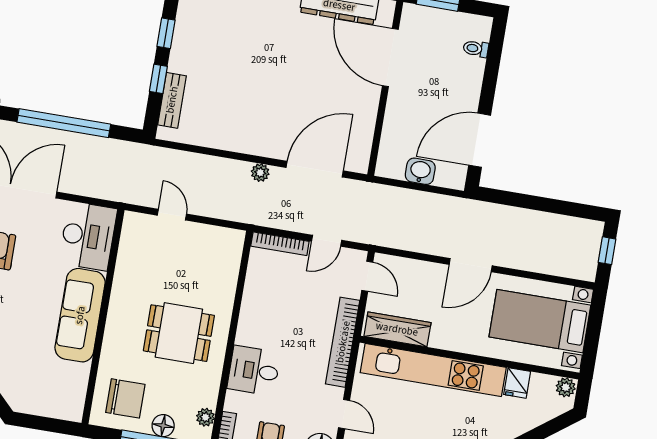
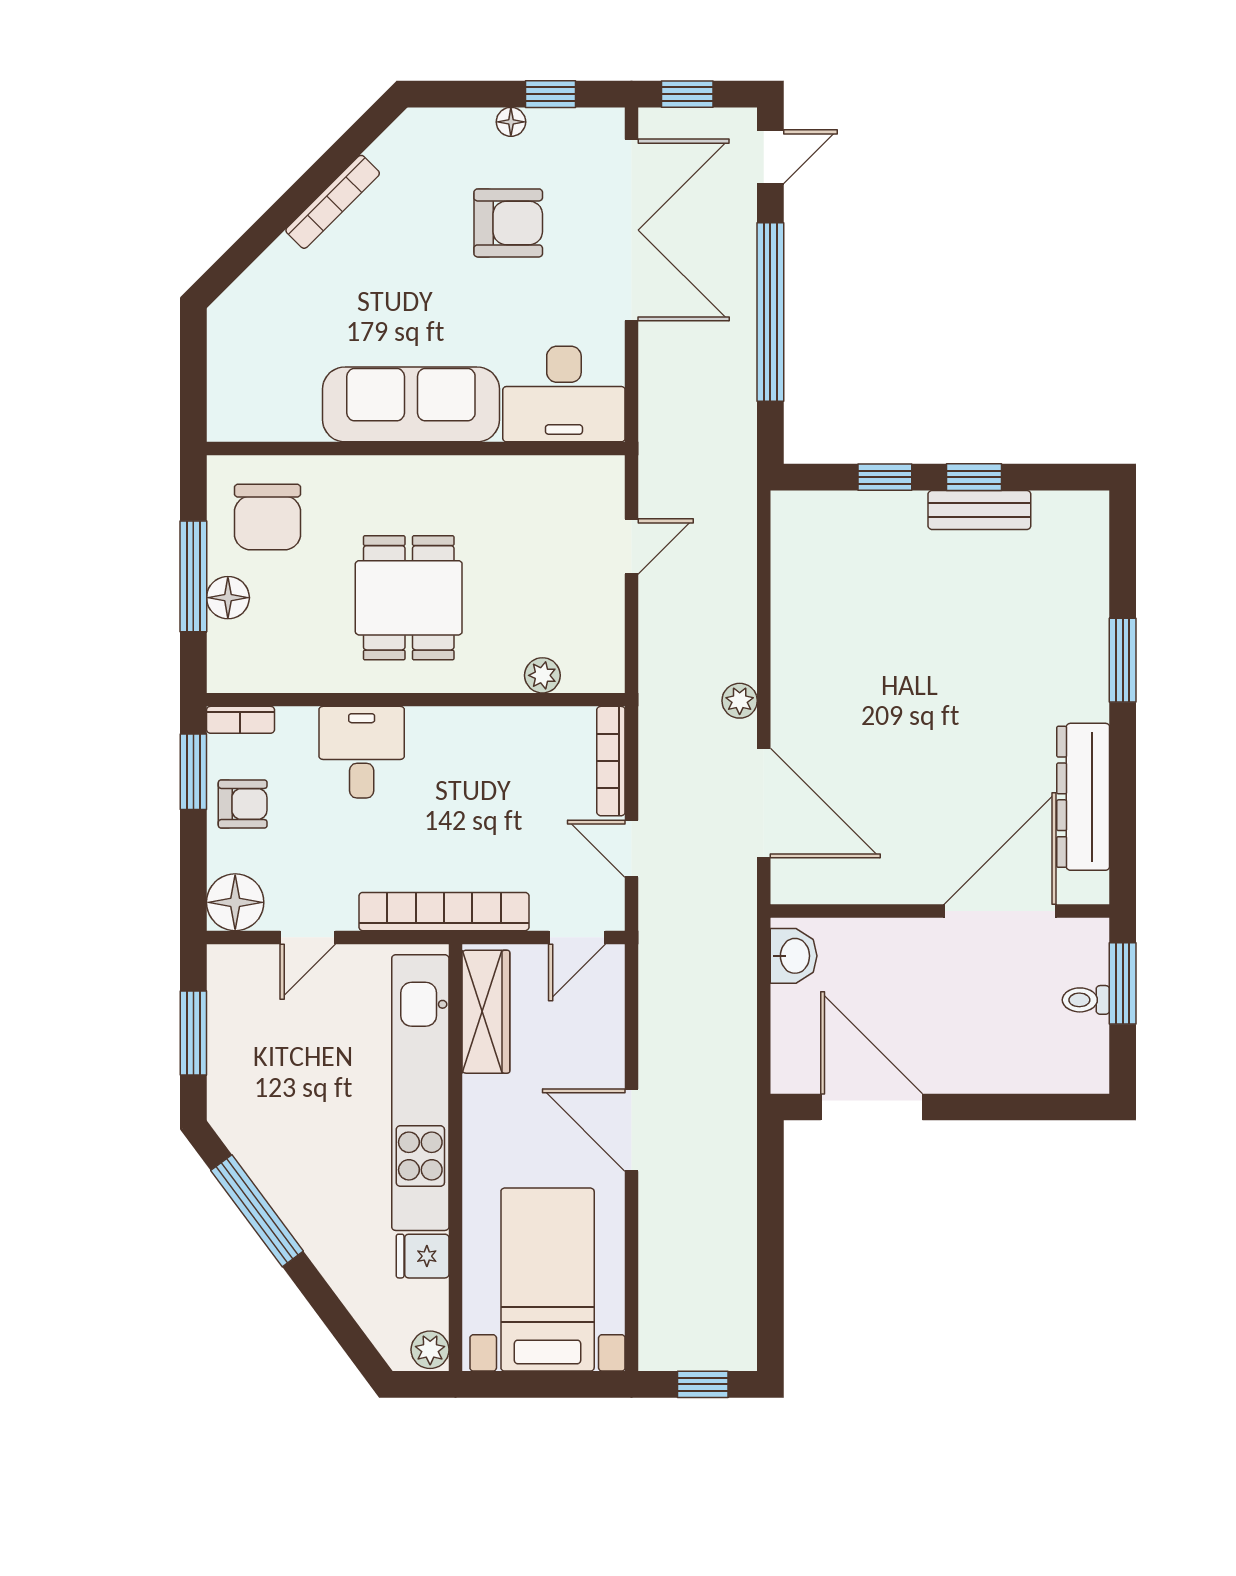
toilet: (476, 49) -> (1086, 1000), moved, turned -90
bench: (172, 100) -> (979, 510), moved
washbasin: (420, 171) -> (794, 956), moved
plant: (205, 417) -> (542, 675), moved

